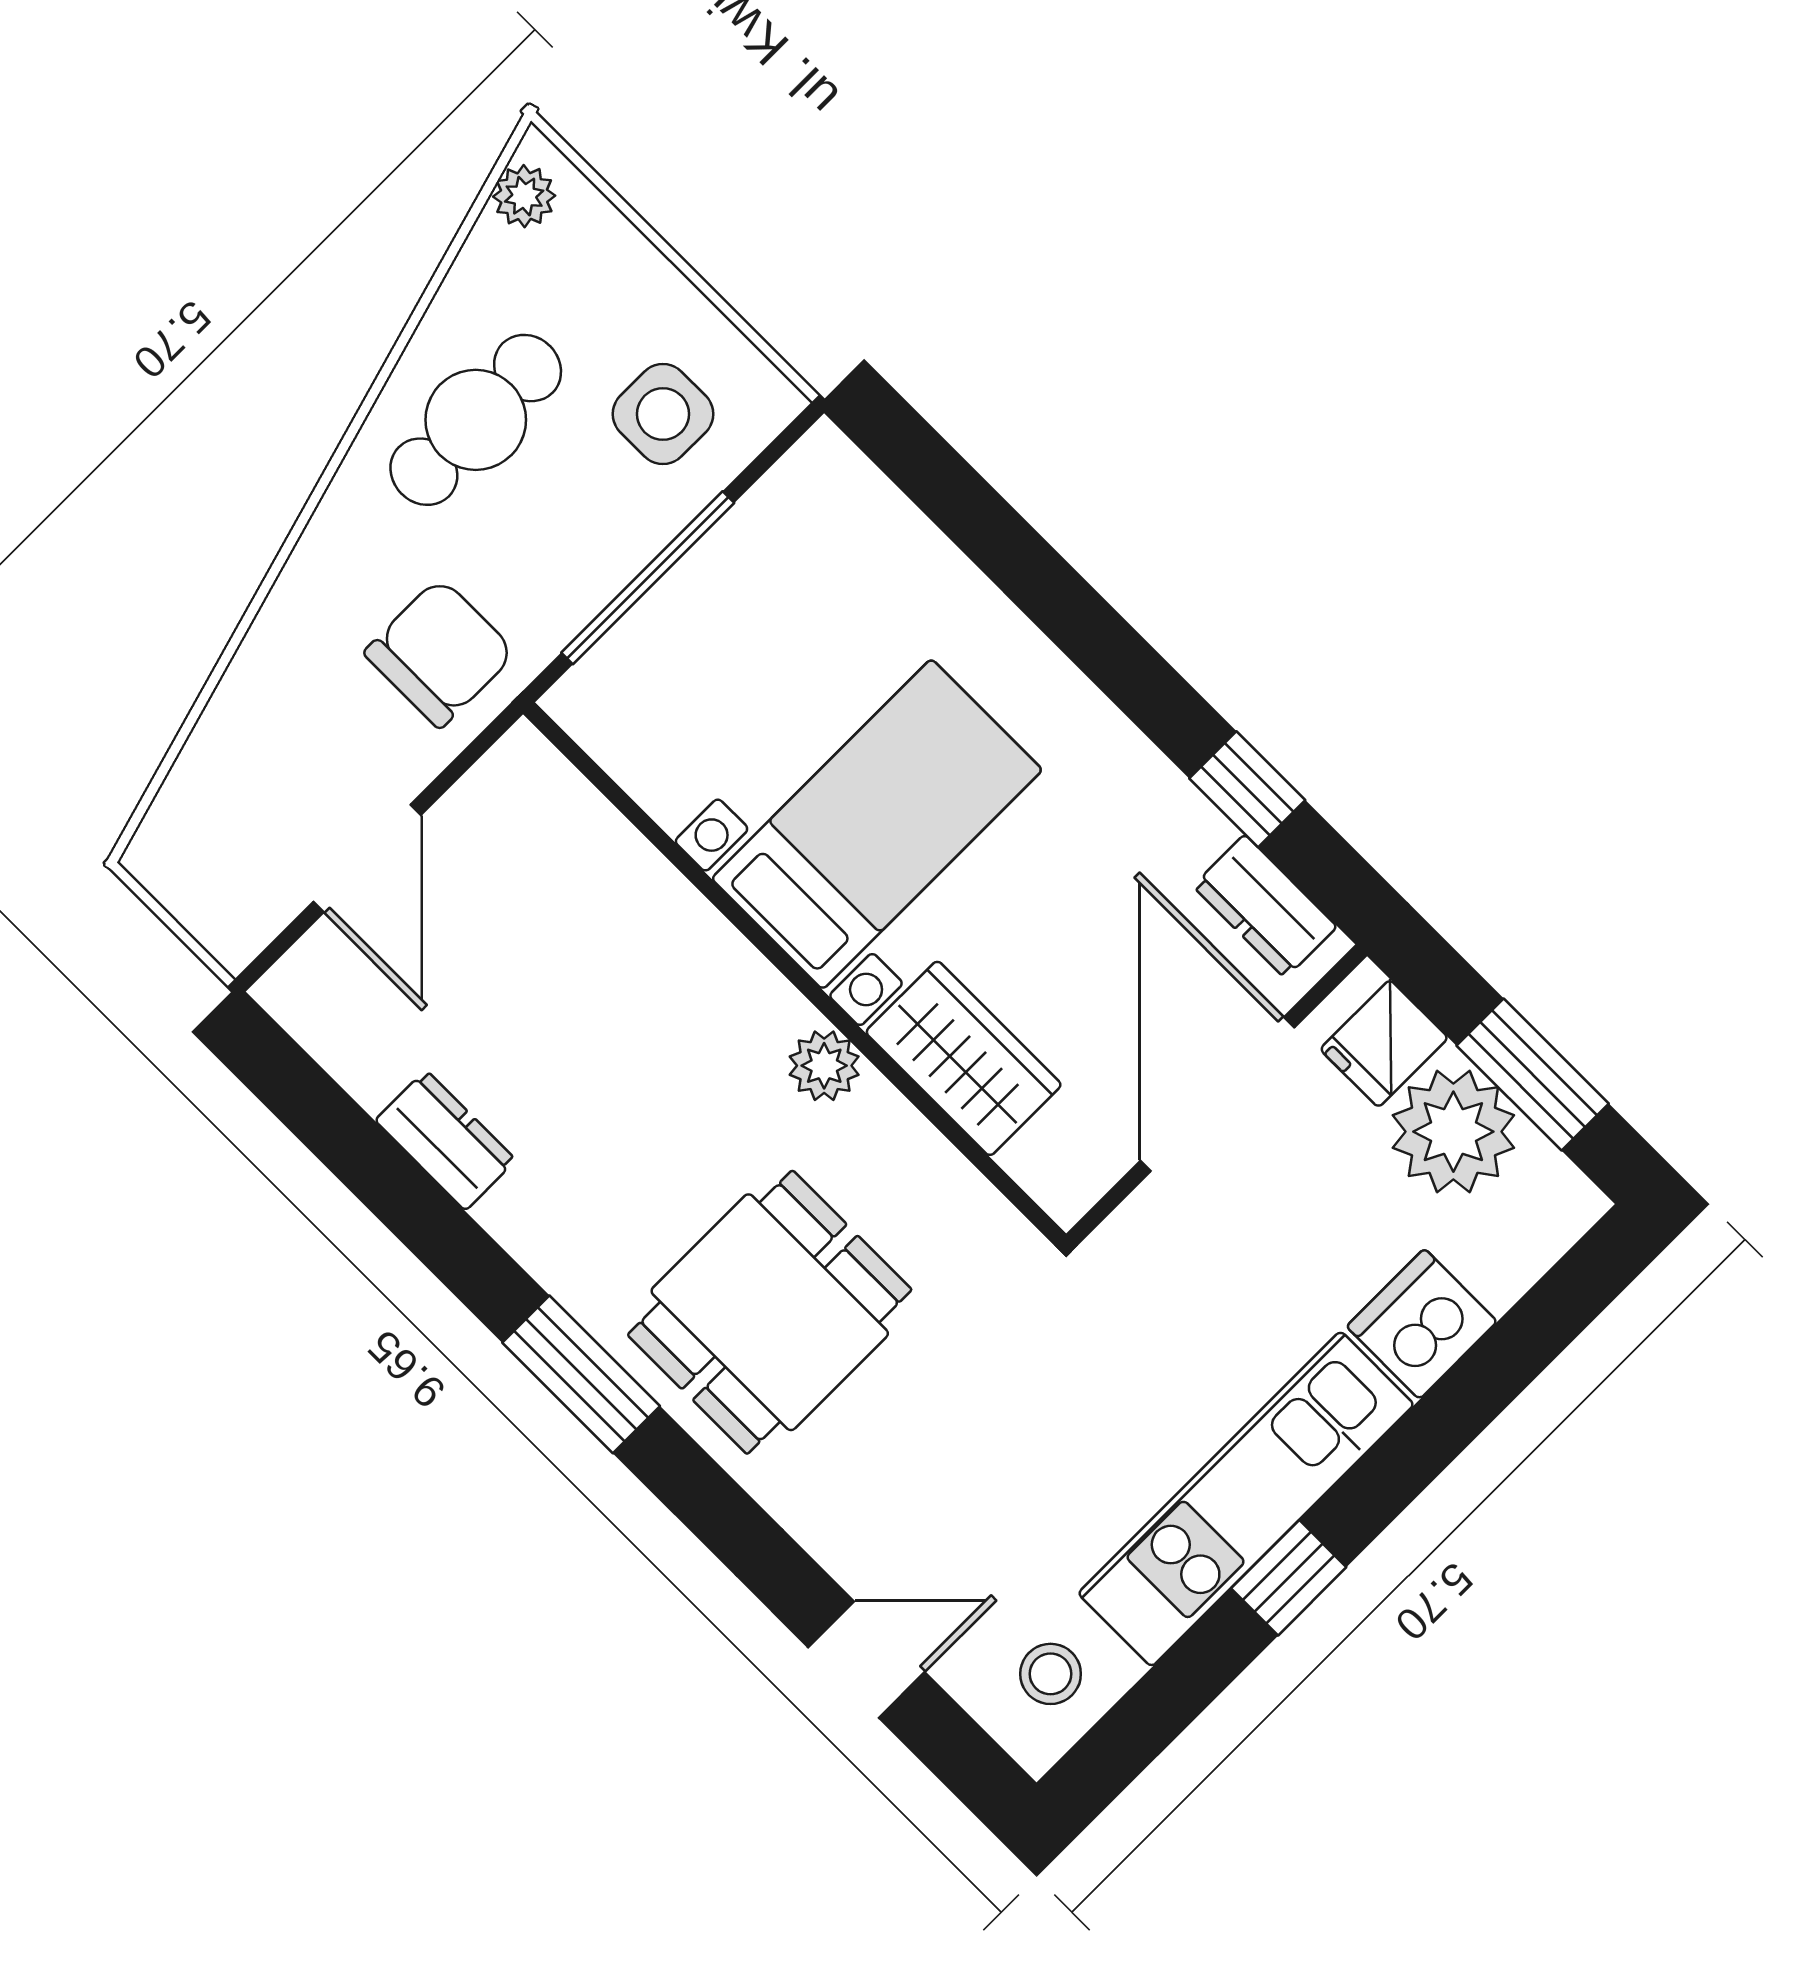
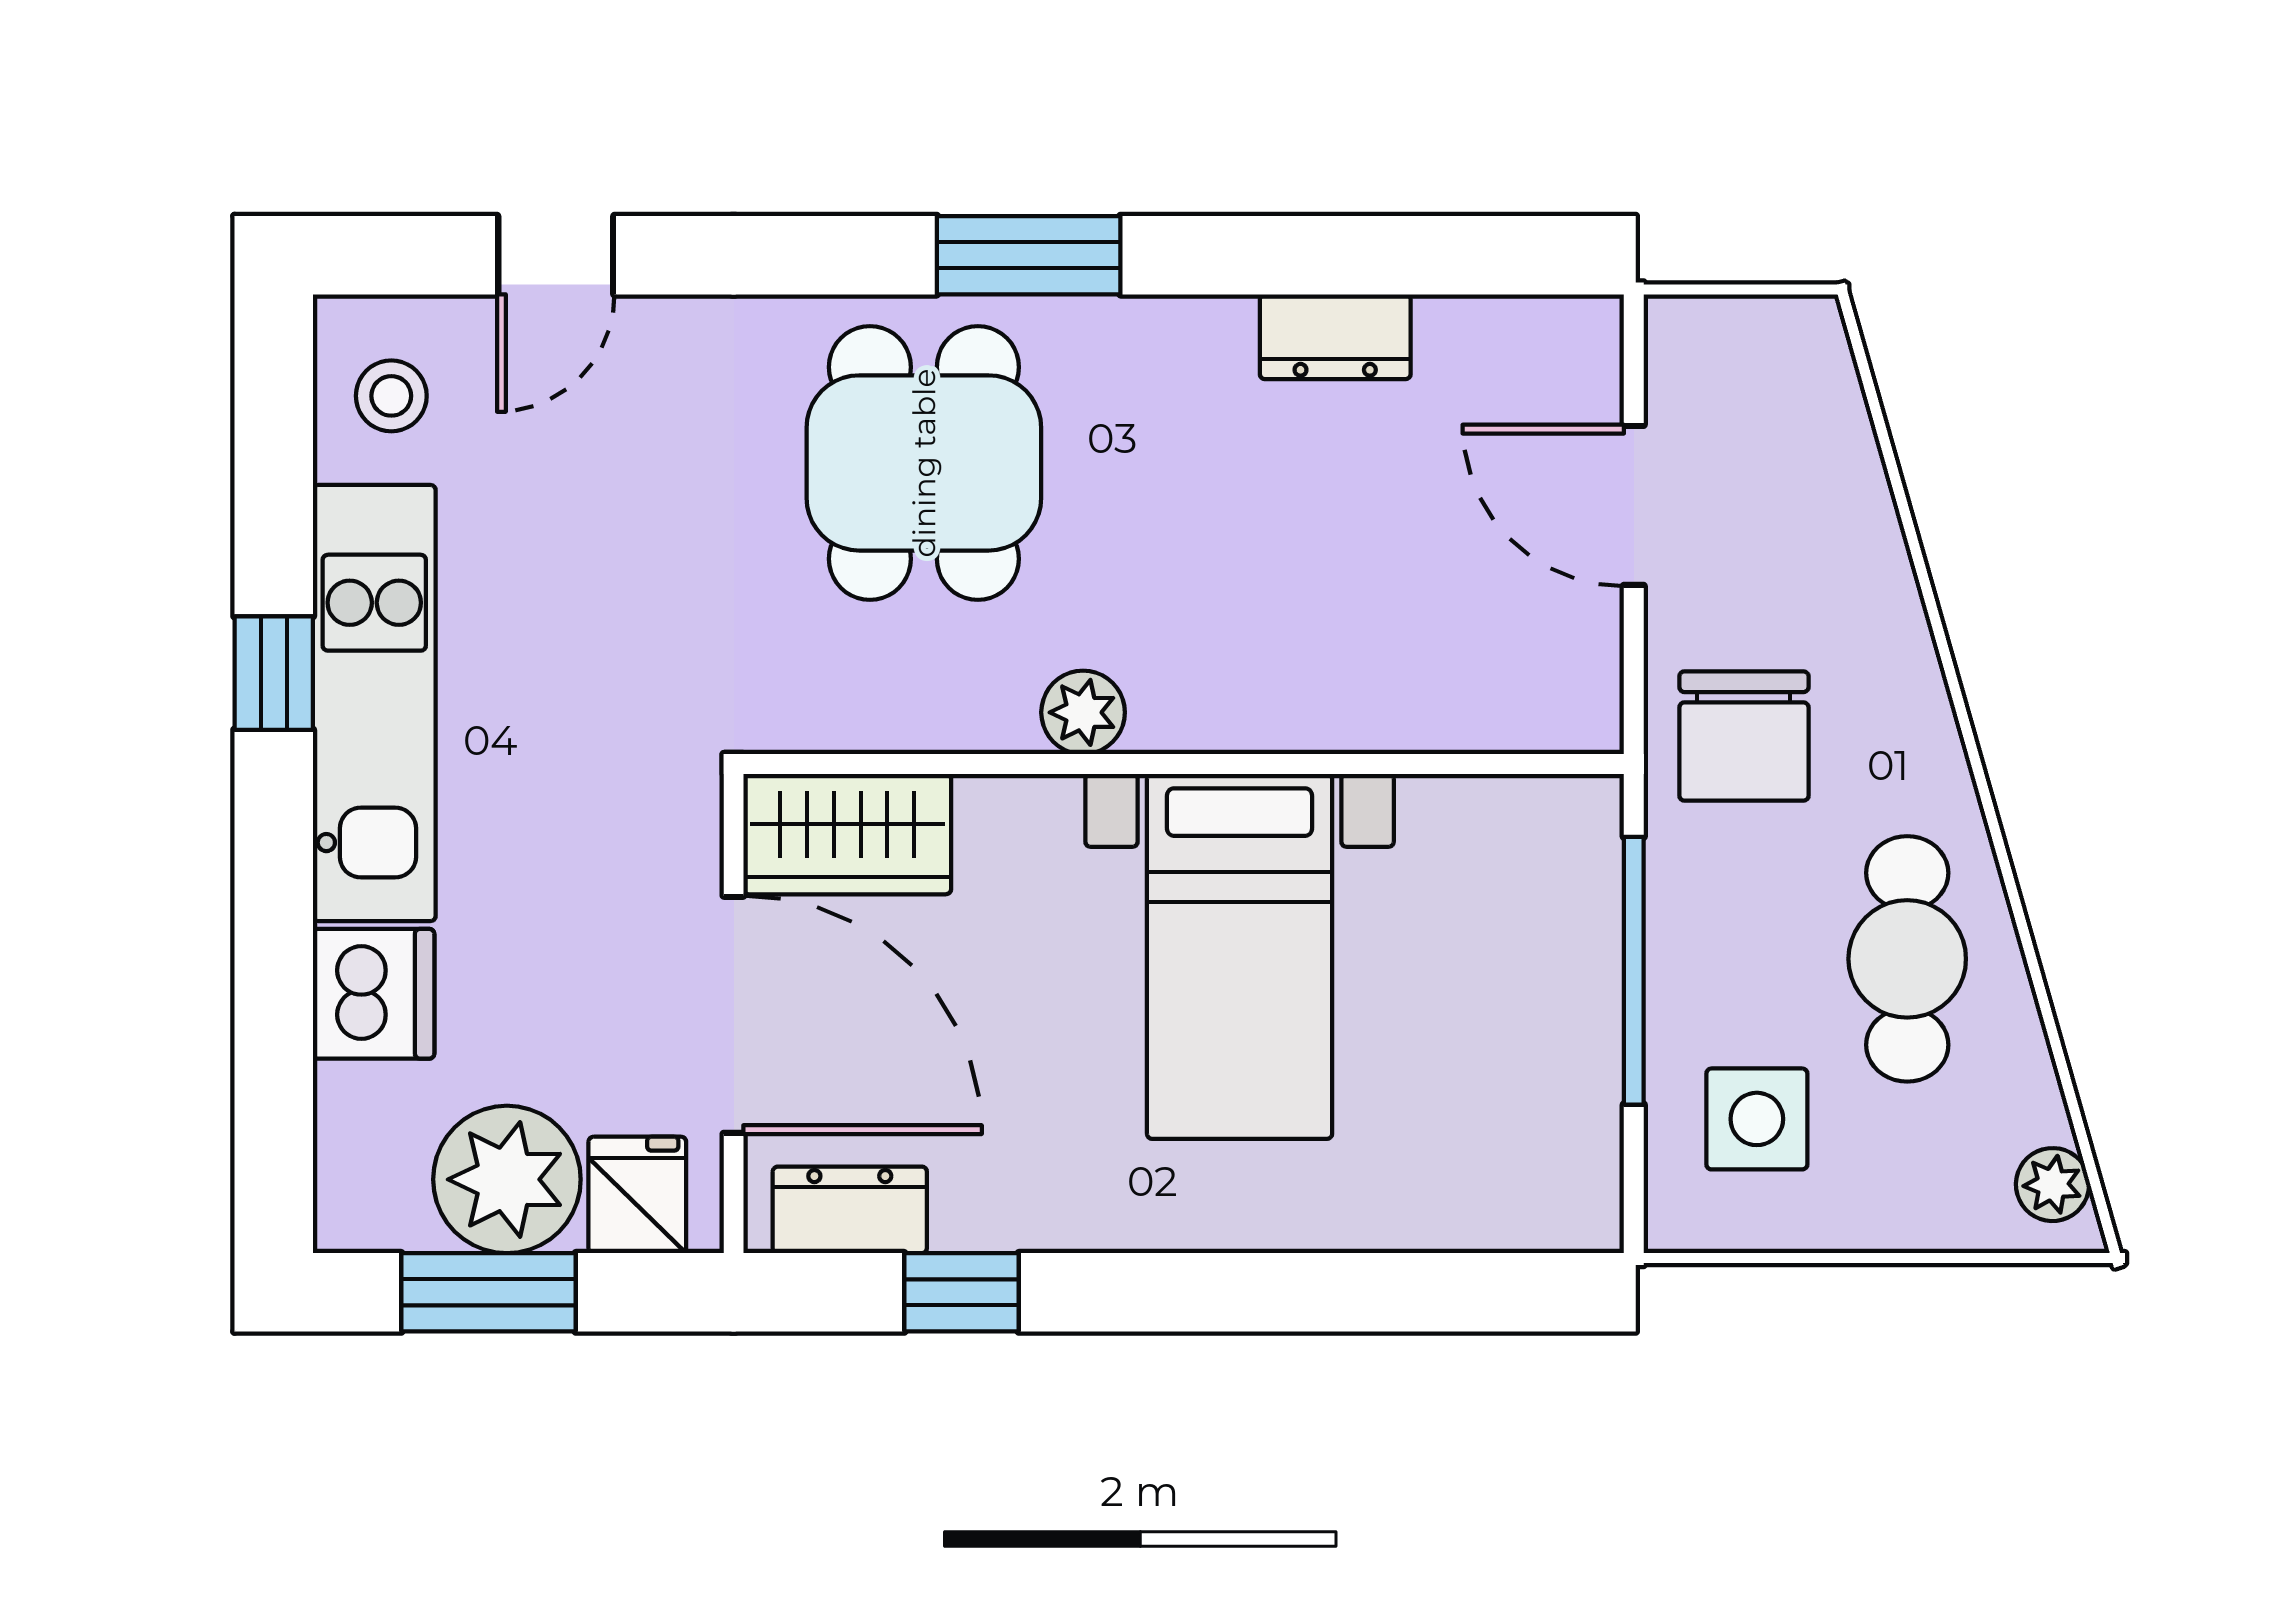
wardrobe: (964, 1058) -> (847, 834), moved

